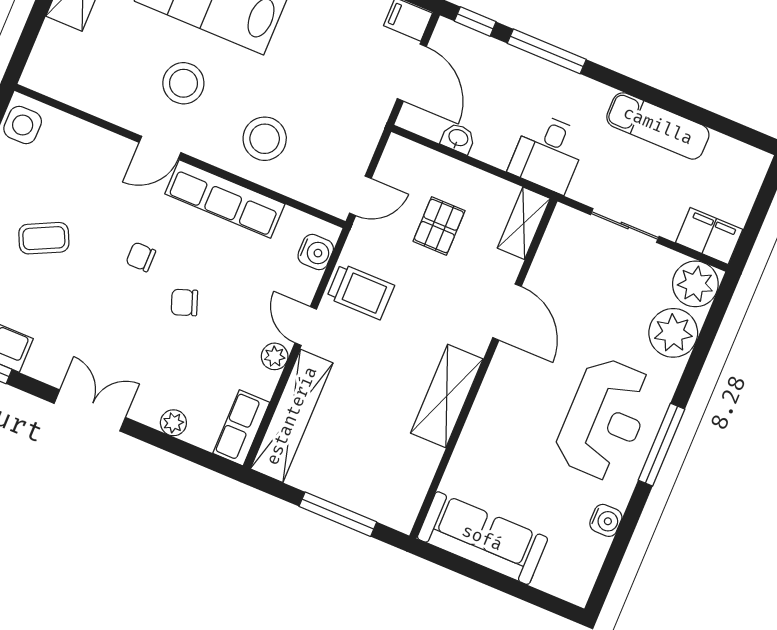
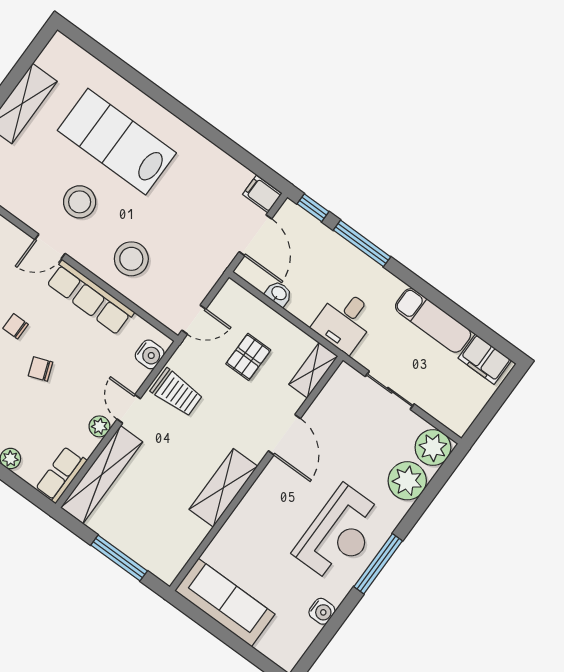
filing cabinet: (709, 236) -> (485, 359), moved, turned 180

